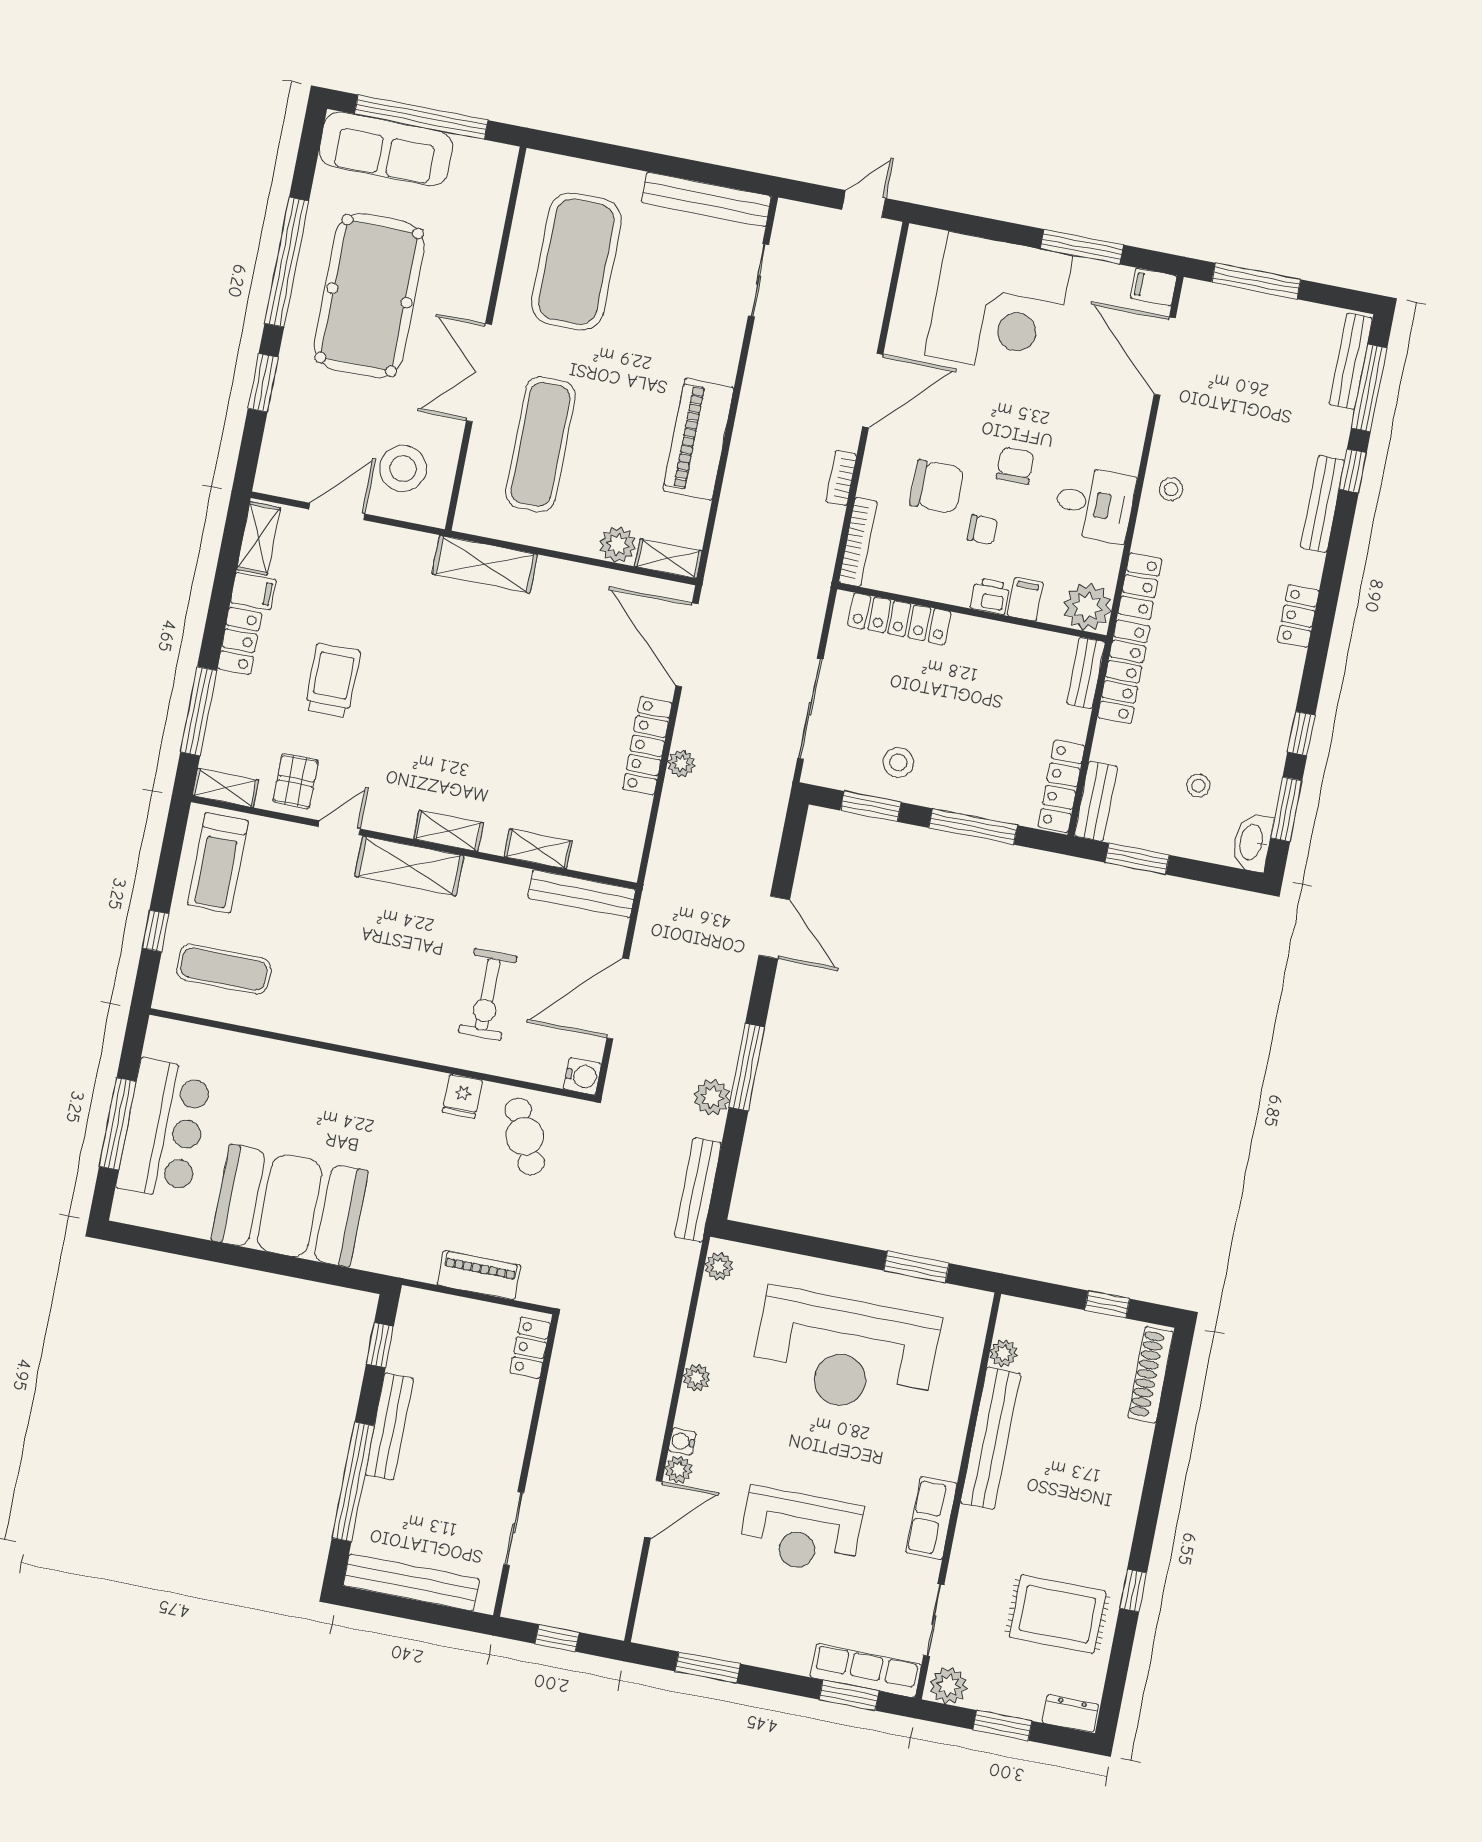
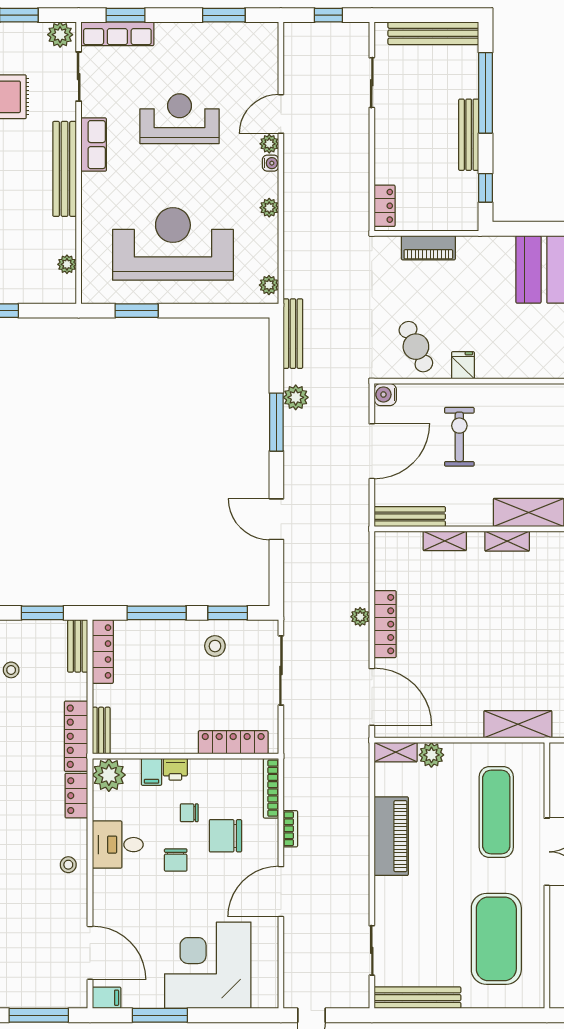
bench: (990, 1438) -> (65, 169), moved

